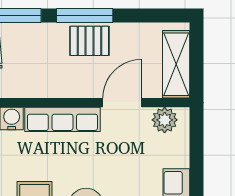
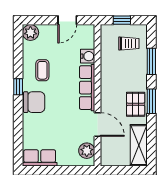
window: (85, 15) -> (151, 101), width x0.69
shelving: (176, 64) -> (139, 145), moved, turned 90

